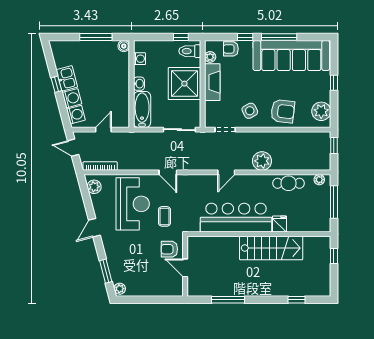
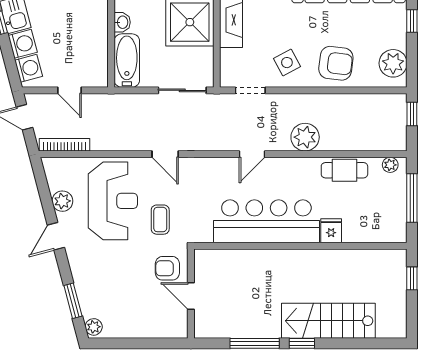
door: (103, 130) -> (69, 90), swing flipped
plant: (94, 187) -> (62, 201), moved
stairs: (271, 248) -> (328, 321), moved, turned 180
window: (297, 300) -> (302, 343), moved

